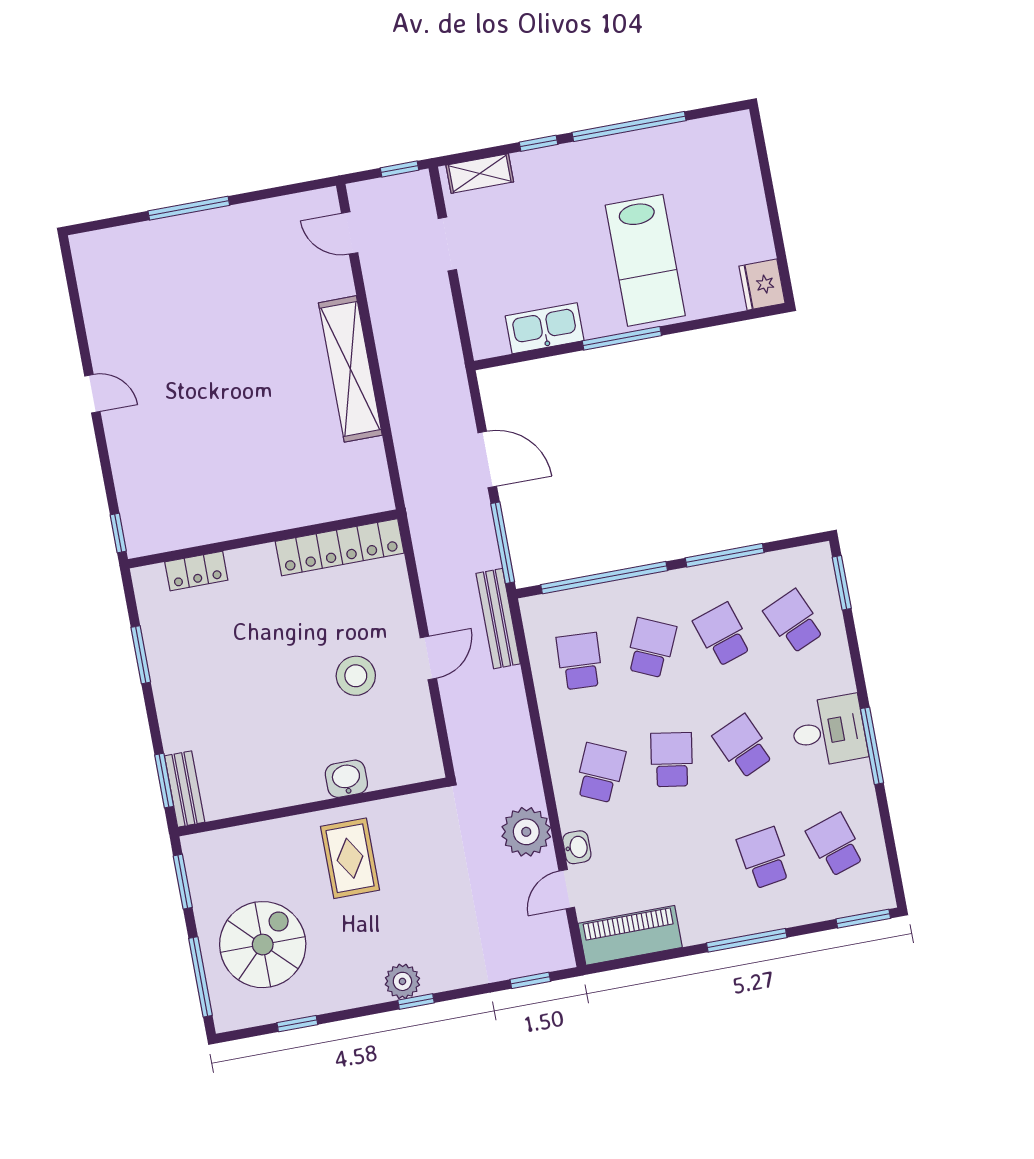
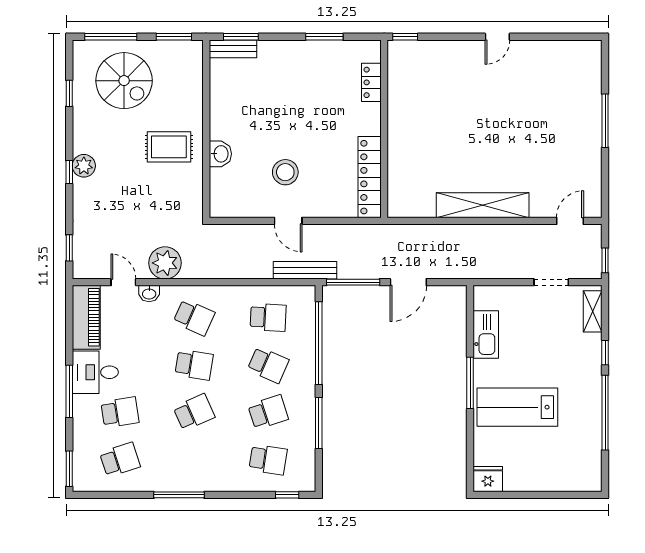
window: (842, 583) -> (287, 495), width x0.67
school desk: (794, 621) -> (268, 460), turned 33
desk: (829, 731) -> (95, 372), moved, turned 90

